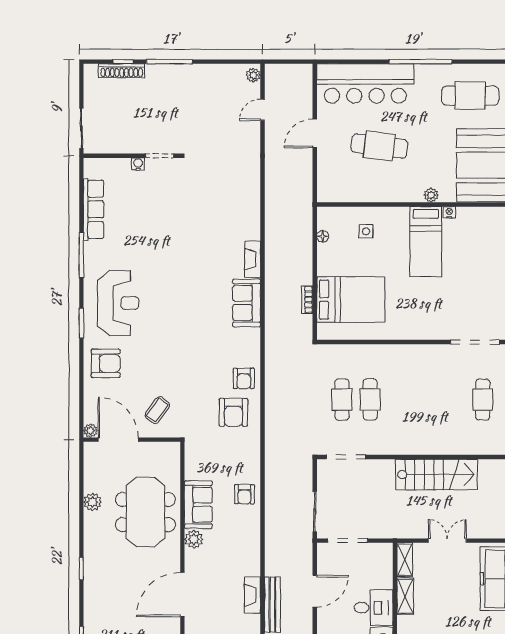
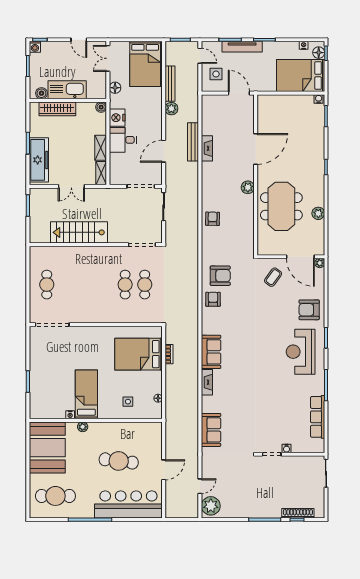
plant: (253, 75) -> (211, 506), width x1.87, depth x1.87
armchair: (233, 412) -> (220, 276), turned 90
sofa: (198, 505) -> (211, 430), moved, turned 180

